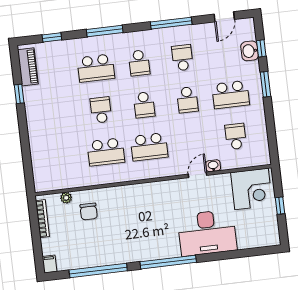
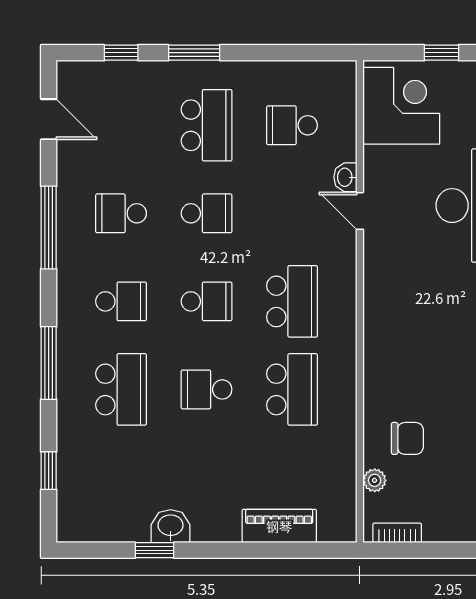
washbasin: (250, 51) -> (171, 526), moved, turned 180
piano: (28, 67) -> (279, 526), moved
bookcase: (42, 219) -> (397, 533), width x0.64

